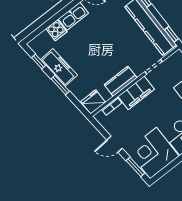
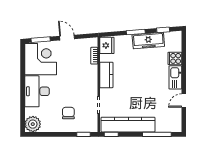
filing cabinet: (136, 93) -> (90, 79), removed
door: (114, 144) -> (67, 38), hinge flipped

